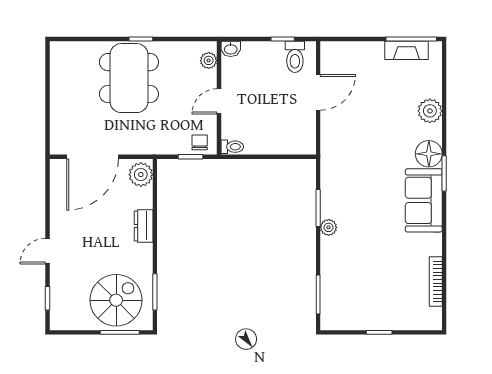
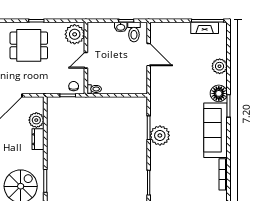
washbasin: (231, 49) -> (121, 27), moved
plant: (209, 60) -> (75, 34), width x1.88, depth x1.88
dining table: (129, 78) -> (29, 45), width x0.73
door: (318, 92) -> (149, 55), hinge flipped
plant: (141, 175) -> (36, 120), moved
sofa: (424, 200) -> (216, 130), width x1.36
plant: (329, 227) -> (160, 135), width x1.88, depth x1.88

